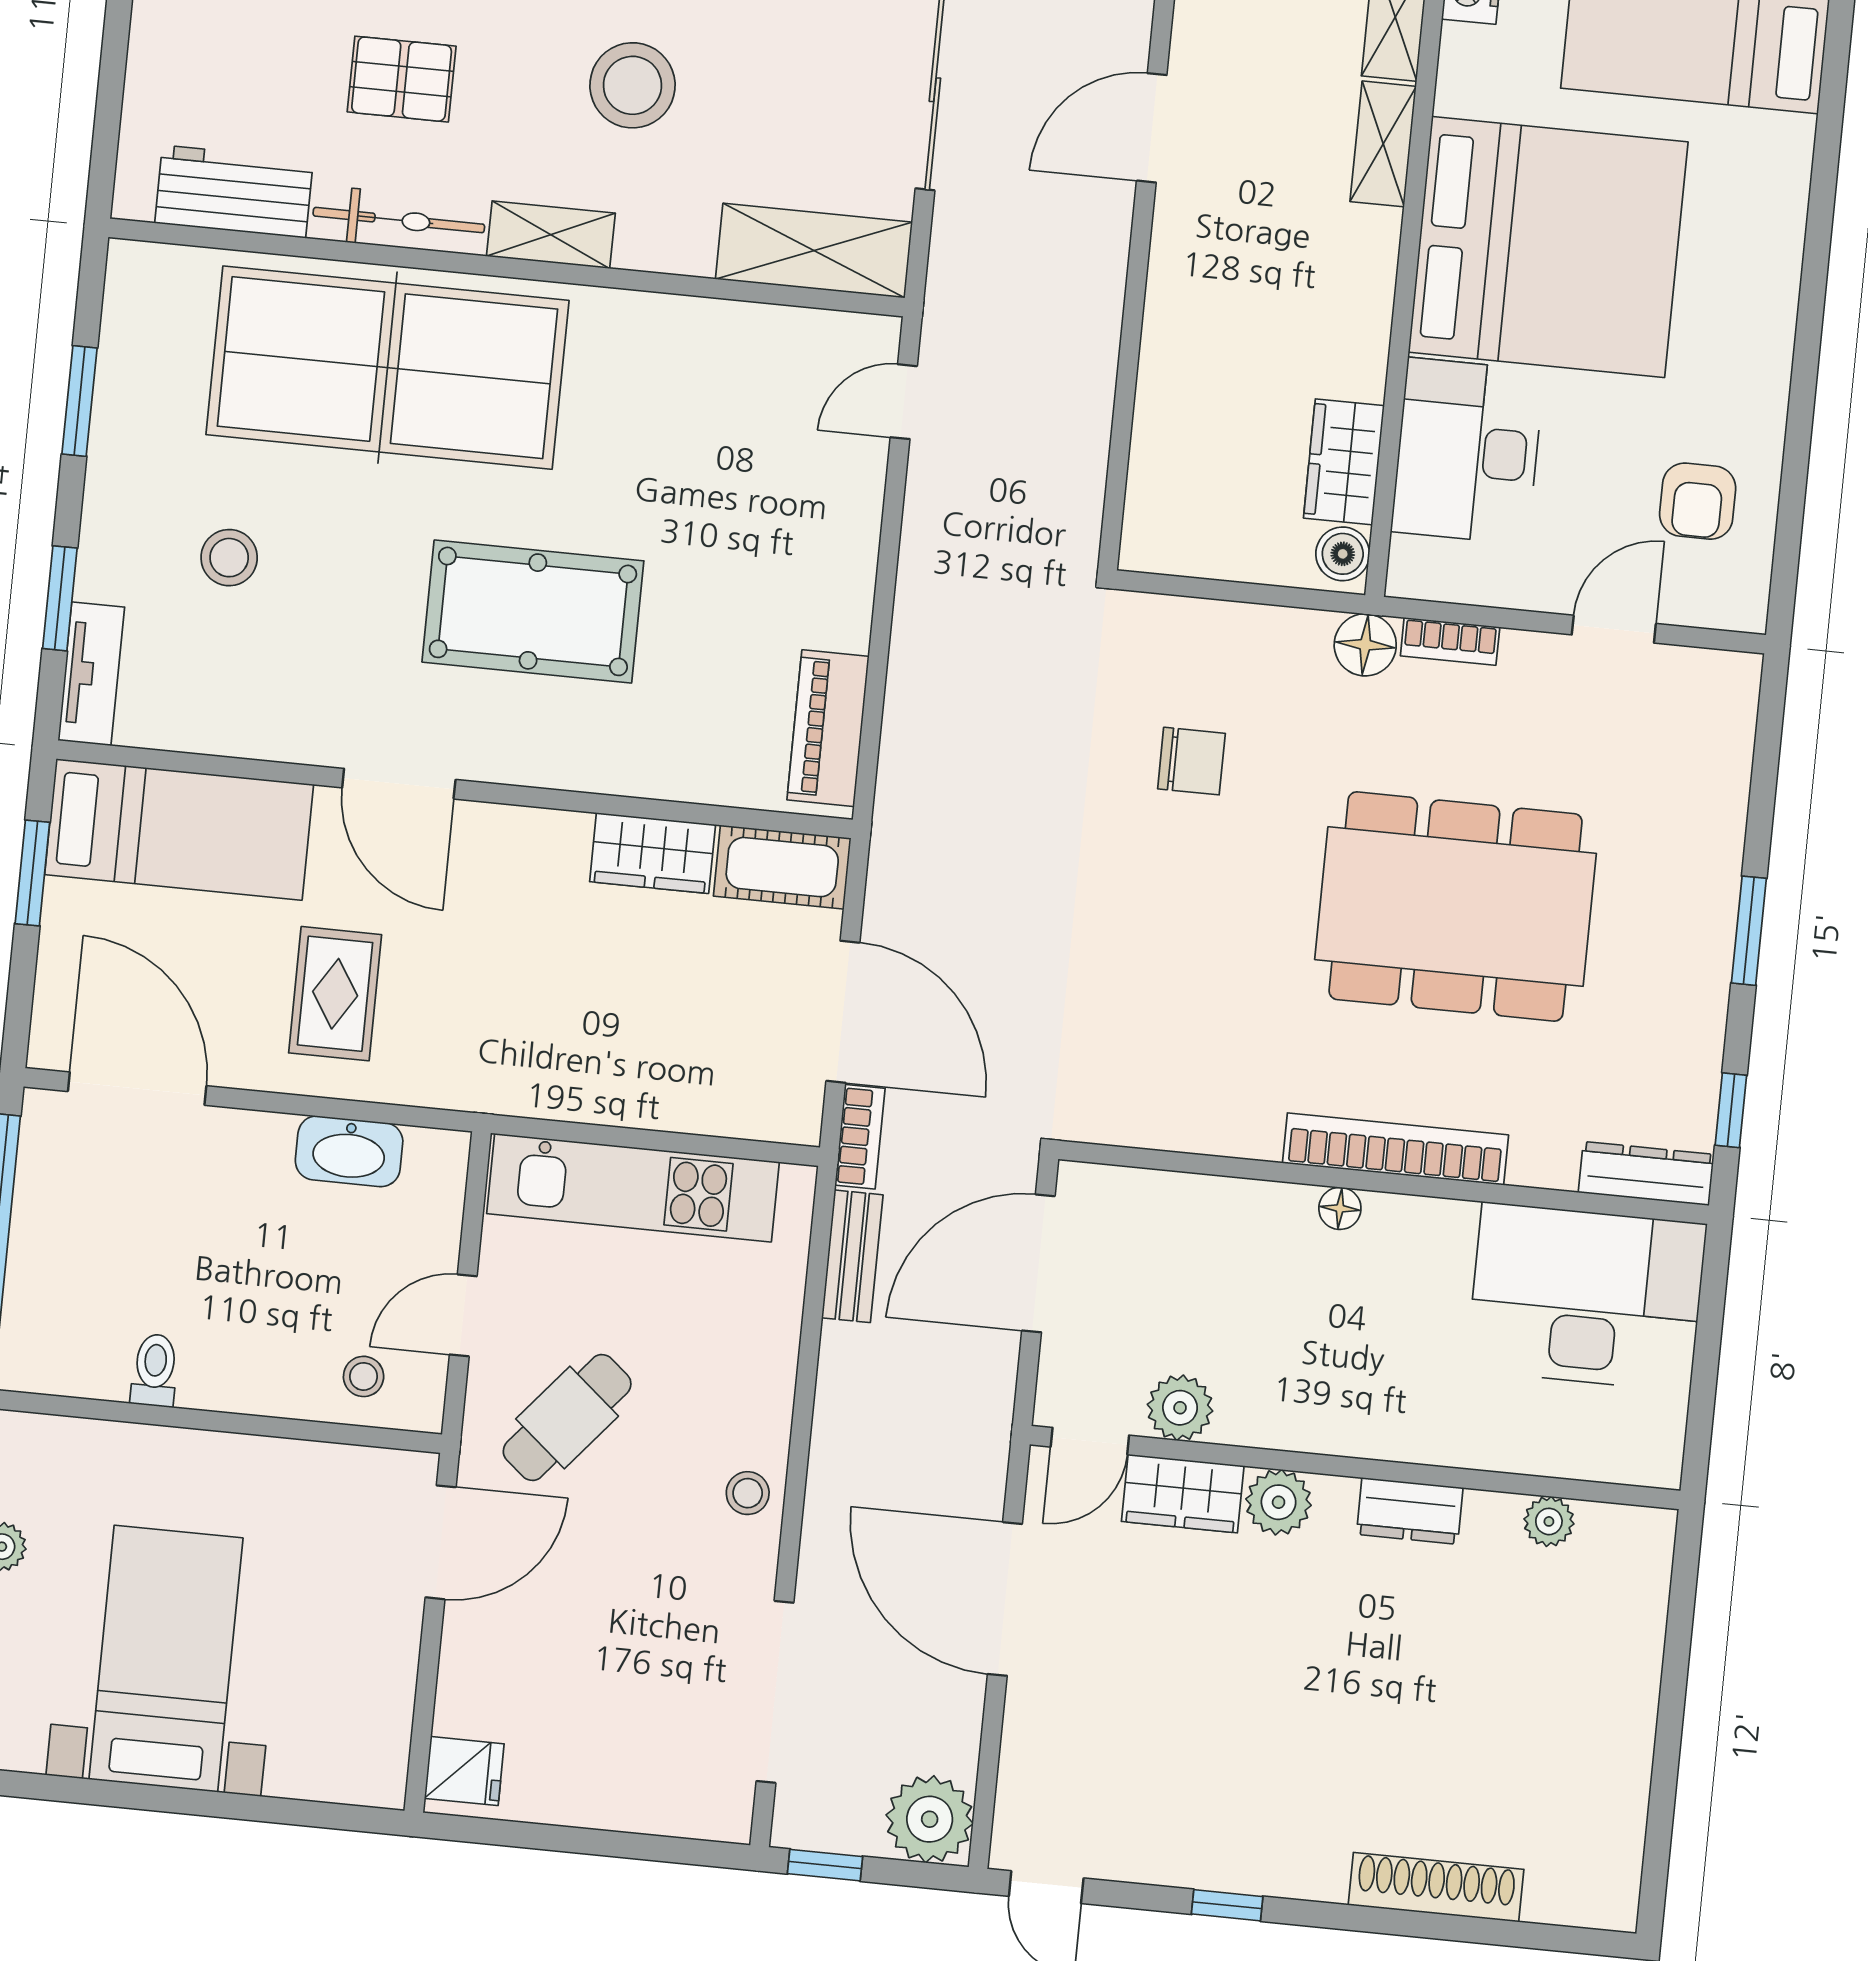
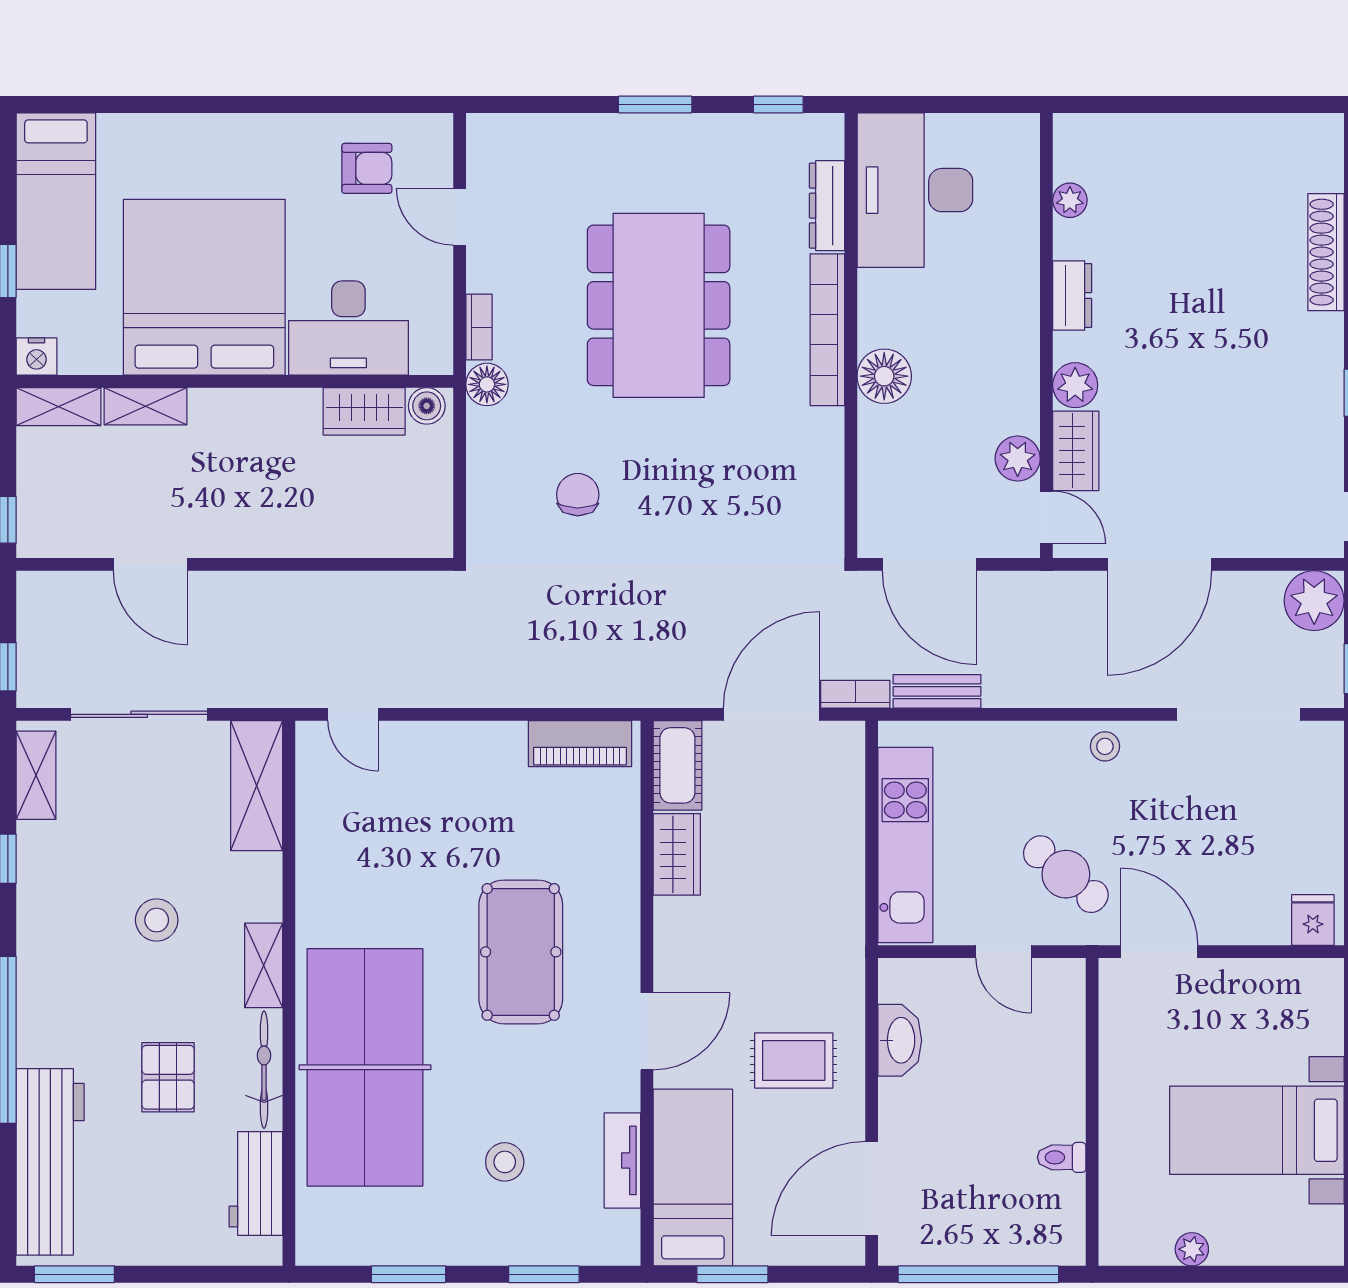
stool: (632, 85) -> (157, 920), width x0.73, depth x0.73
tv unit: (91, 674) -> (622, 1160), moved, turned -90
dresser: (1646, 1173) -> (827, 206), moved
floor lamp: (1340, 1208) -> (884, 376), width x1.89, depth x1.89
stool: (364, 1376) -> (1052, 1015), removed

